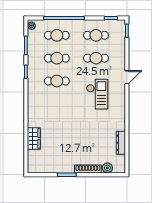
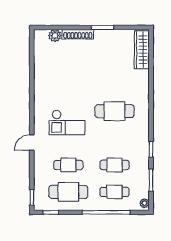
cafe table: (96, 35) -> (68, 192), width x1.37, depth x1.35
cafe table: (57, 81) -> (114, 111), moved, width x1.37, depth x1.35
checkout: (97, 94) -> (67, 122), turned -90
wardrobe: (34, 138) -> (142, 50), moved, width x1.50
dresser: (121, 143) -> (39, 65), removed

